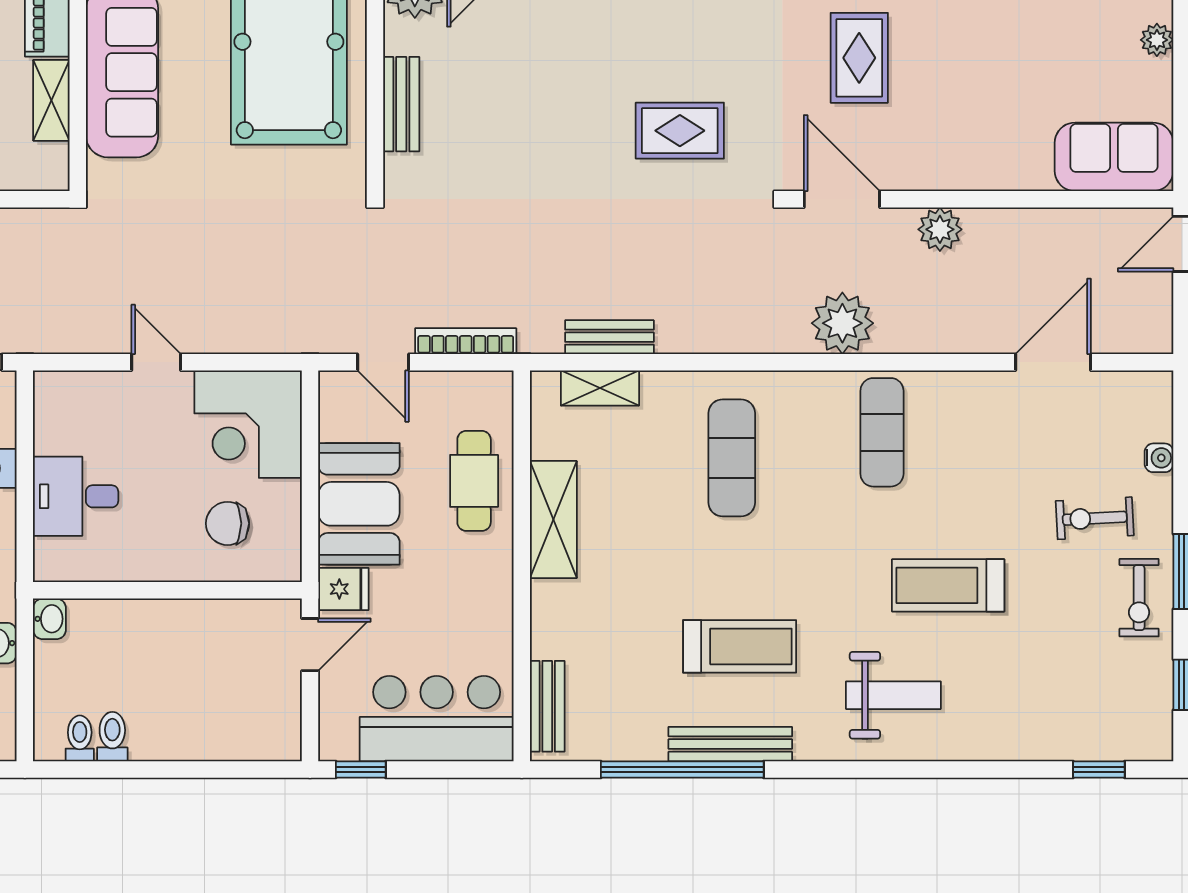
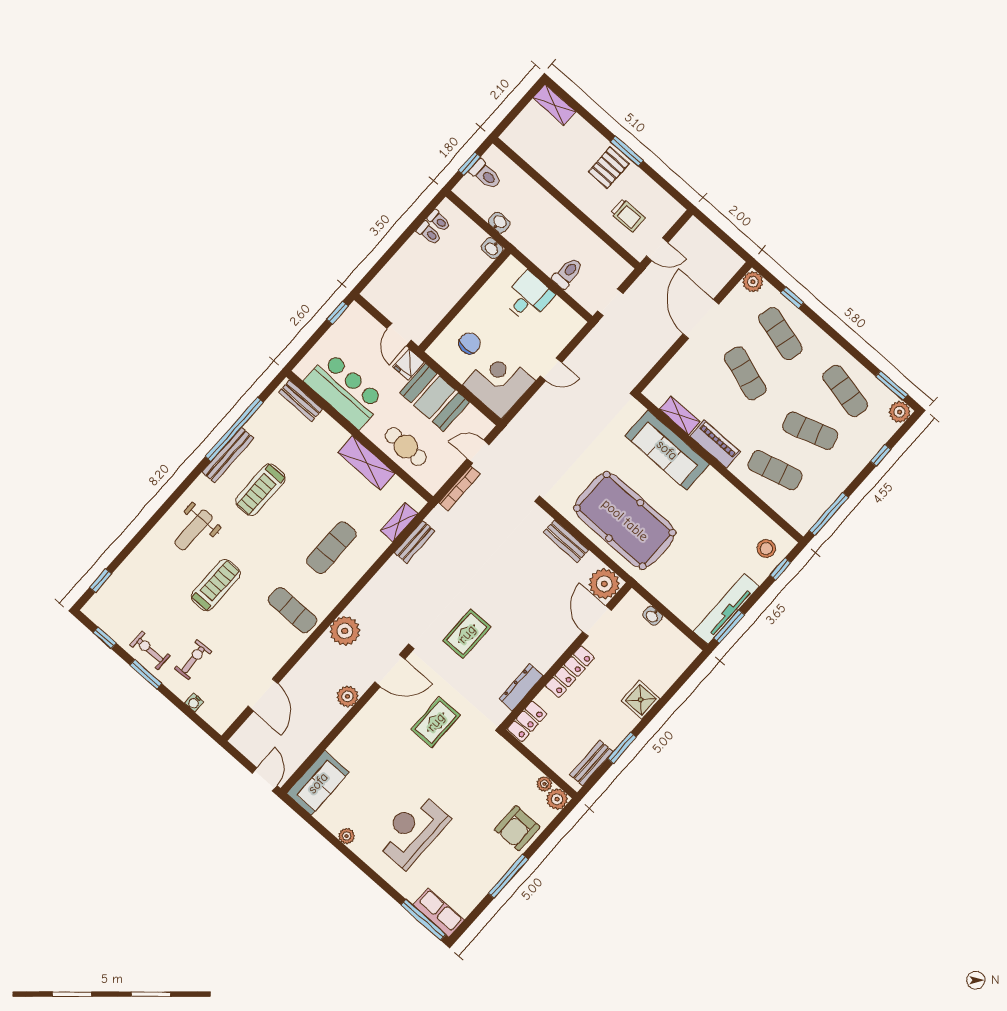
rug: (859, 58) -> (436, 722), turned 90
exercise mat: (732, 458) -> (331, 547), turned 90
bar counter: (437, 719) -> (345, 390), moved, turned -90

